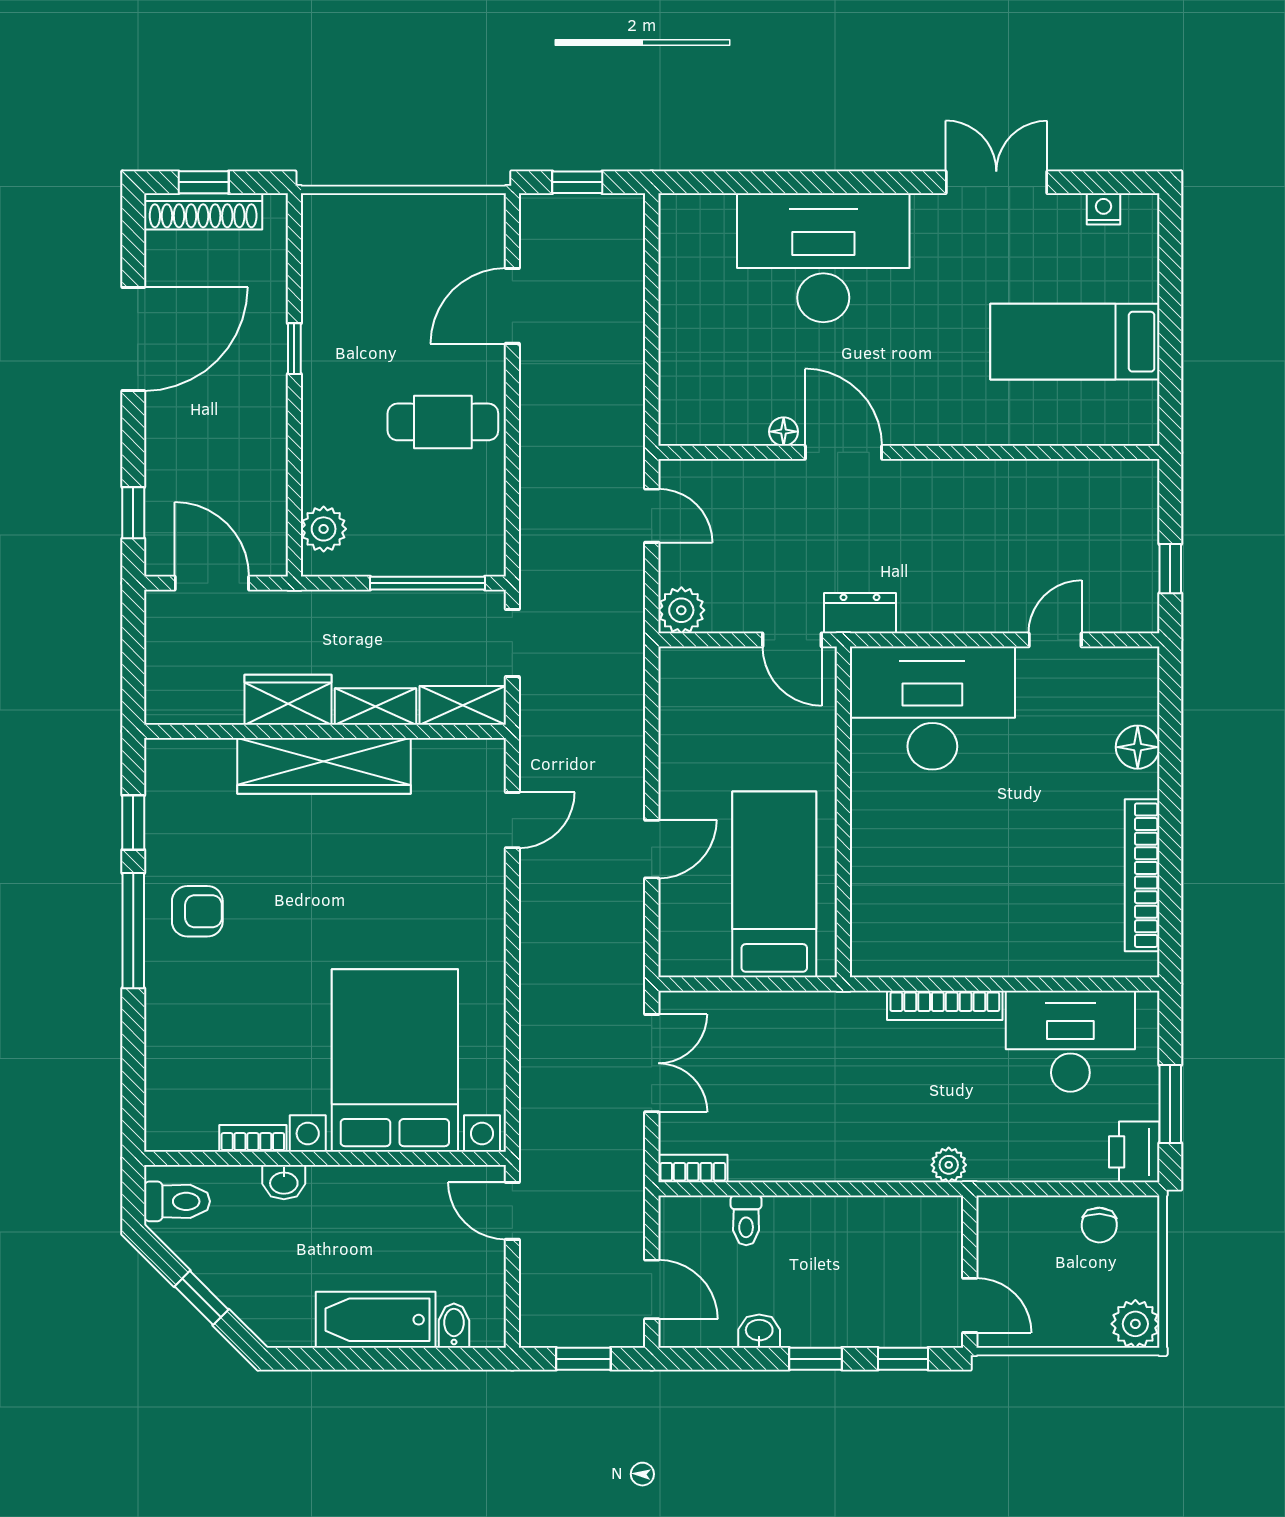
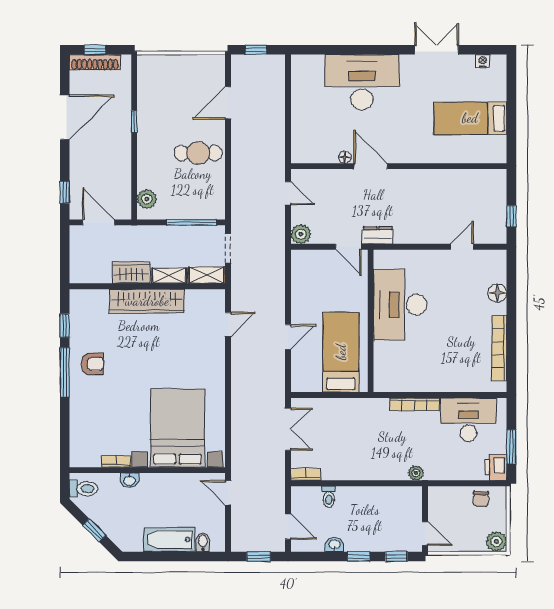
desk: (932, 708) -> (400, 305), moved, turned -90

